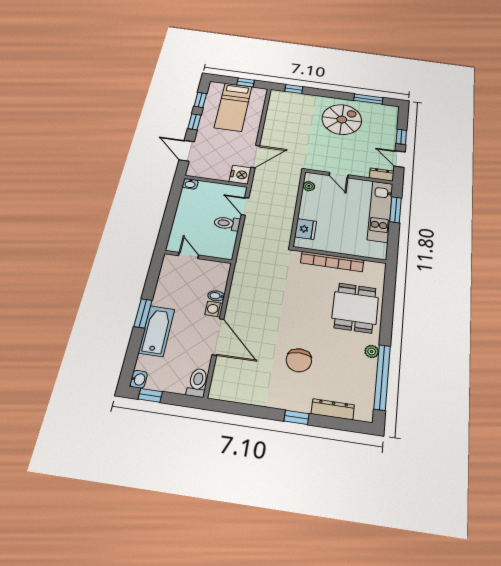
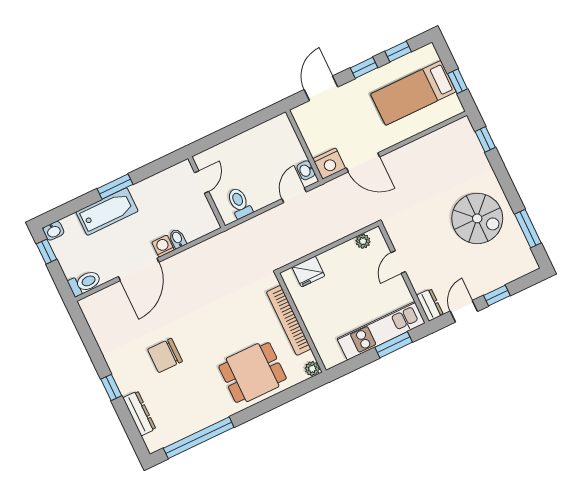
washbasin: (190, 184) -> (306, 170), moved
toilet: (227, 223) -> (239, 203), moved
plant: (372, 352) -> (312, 369), moved

